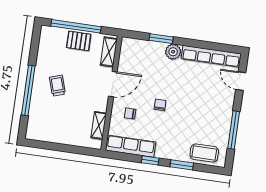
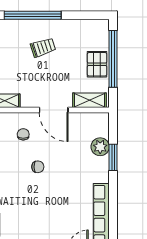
plant: (173, 52) -> (100, 147), moved

